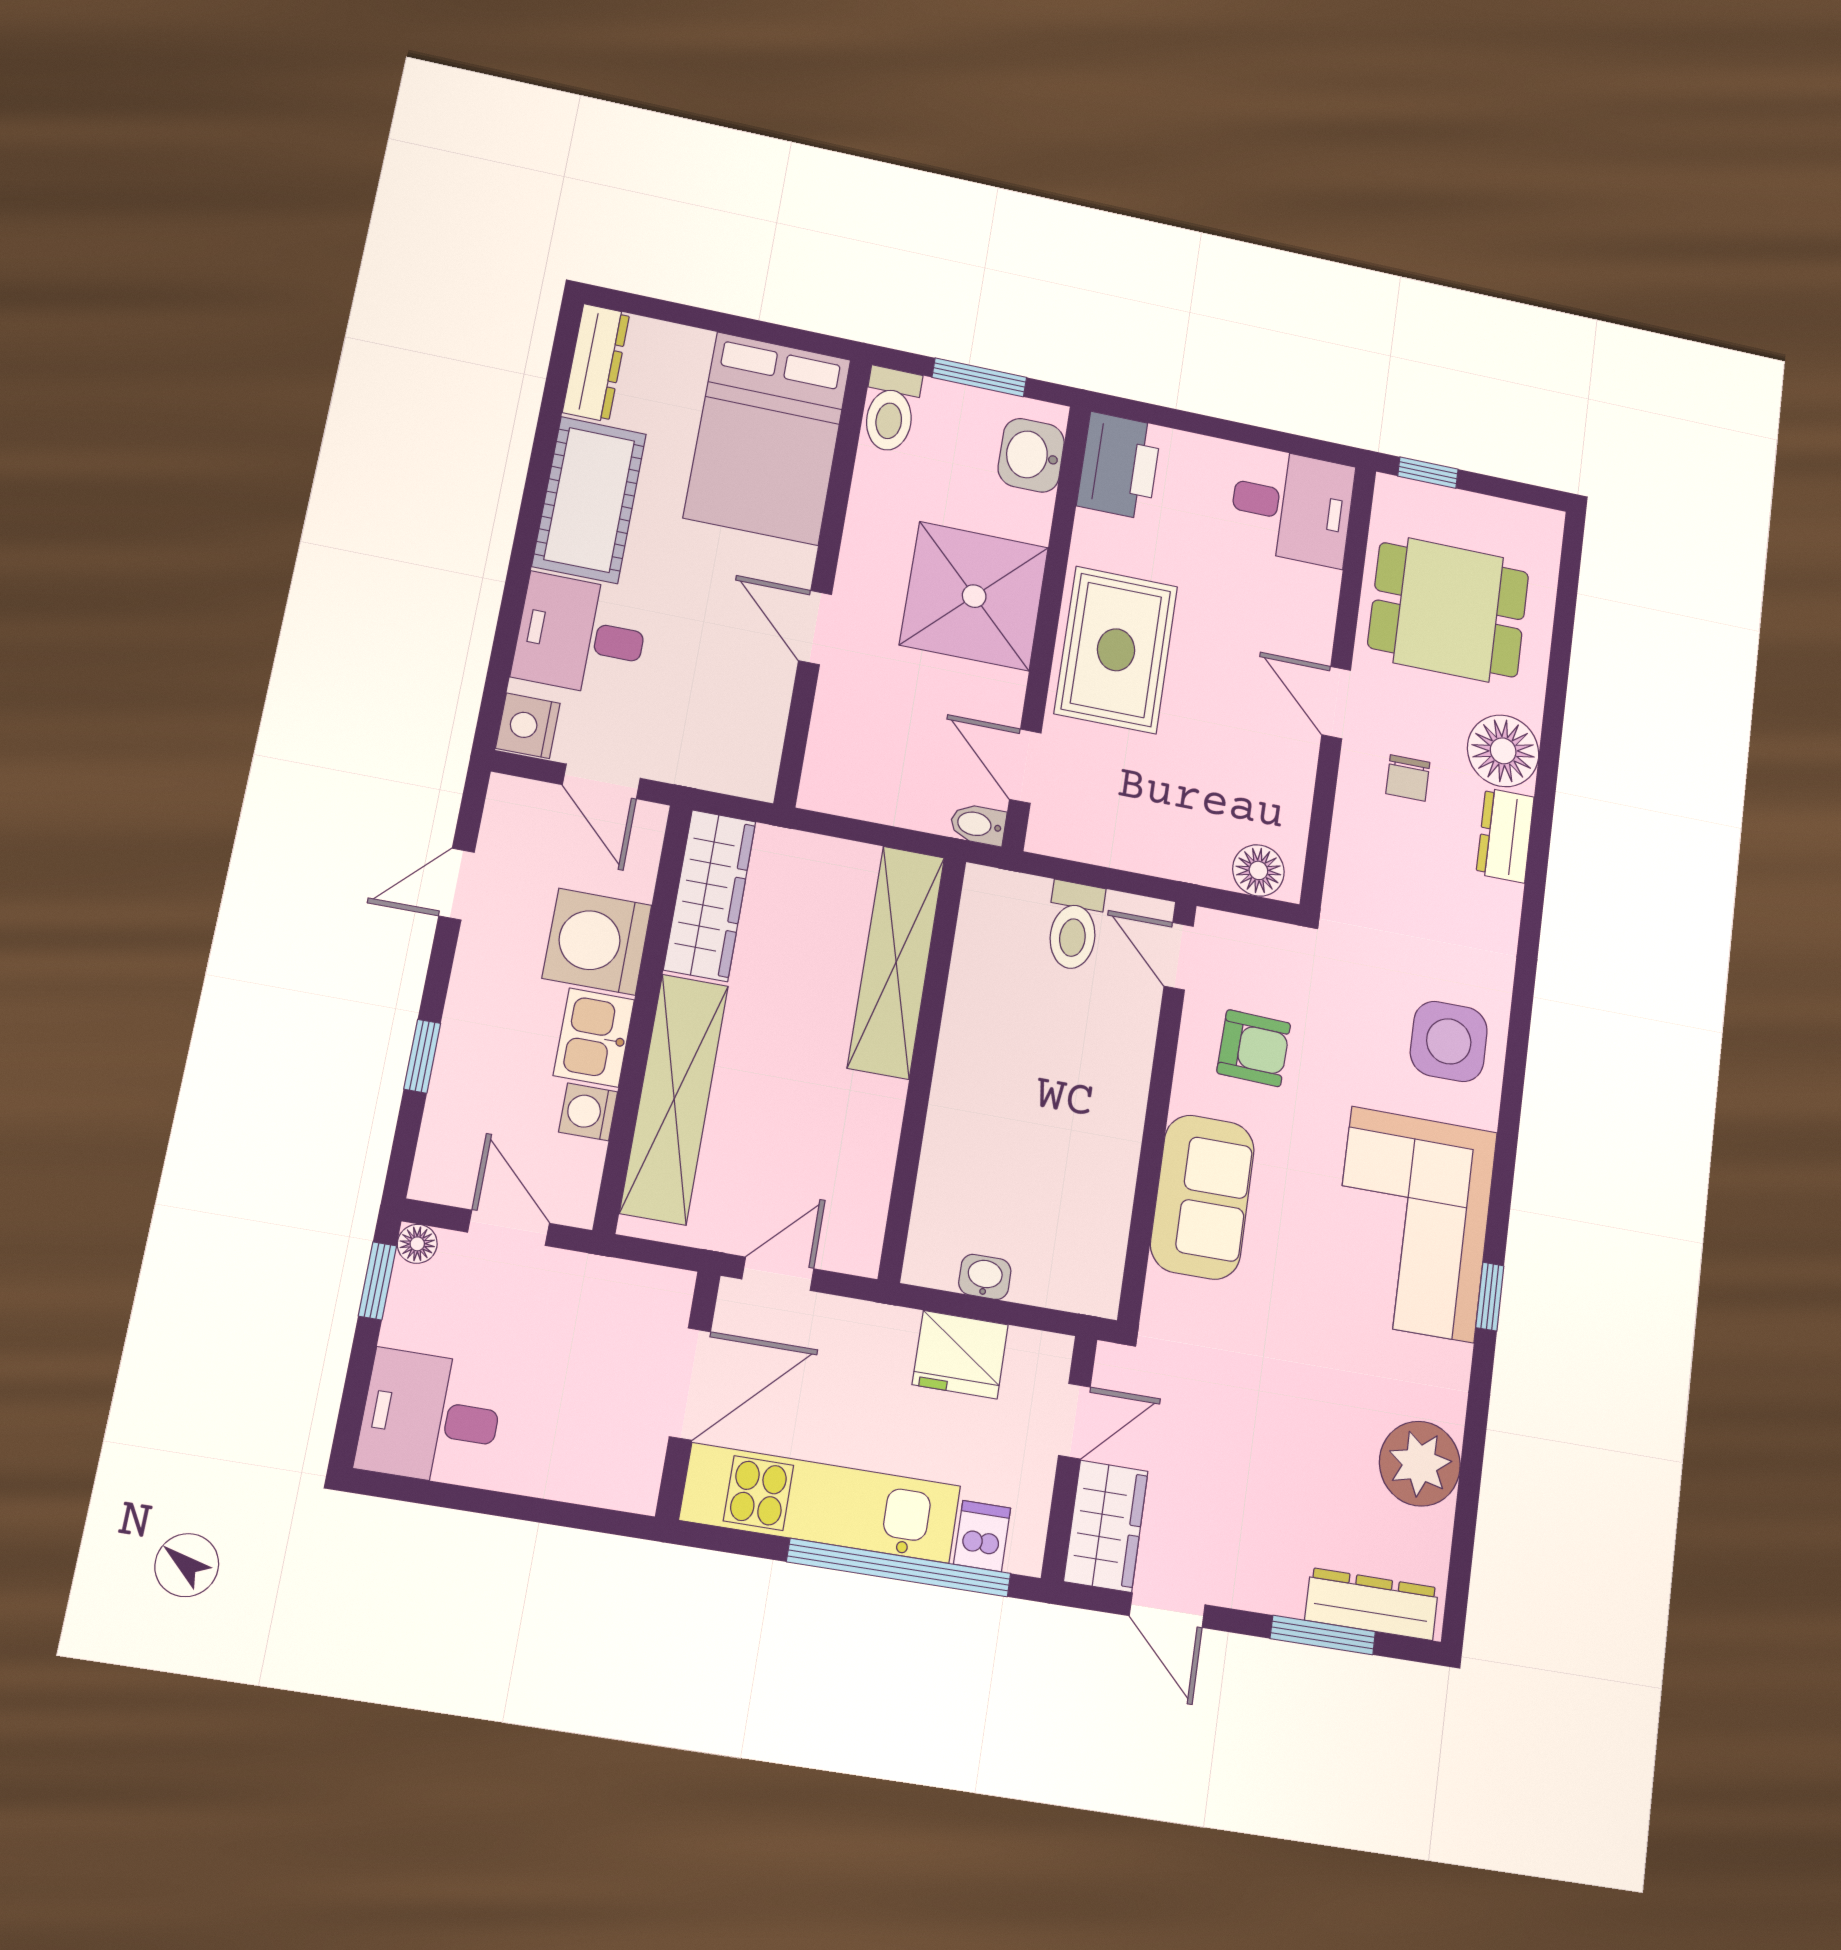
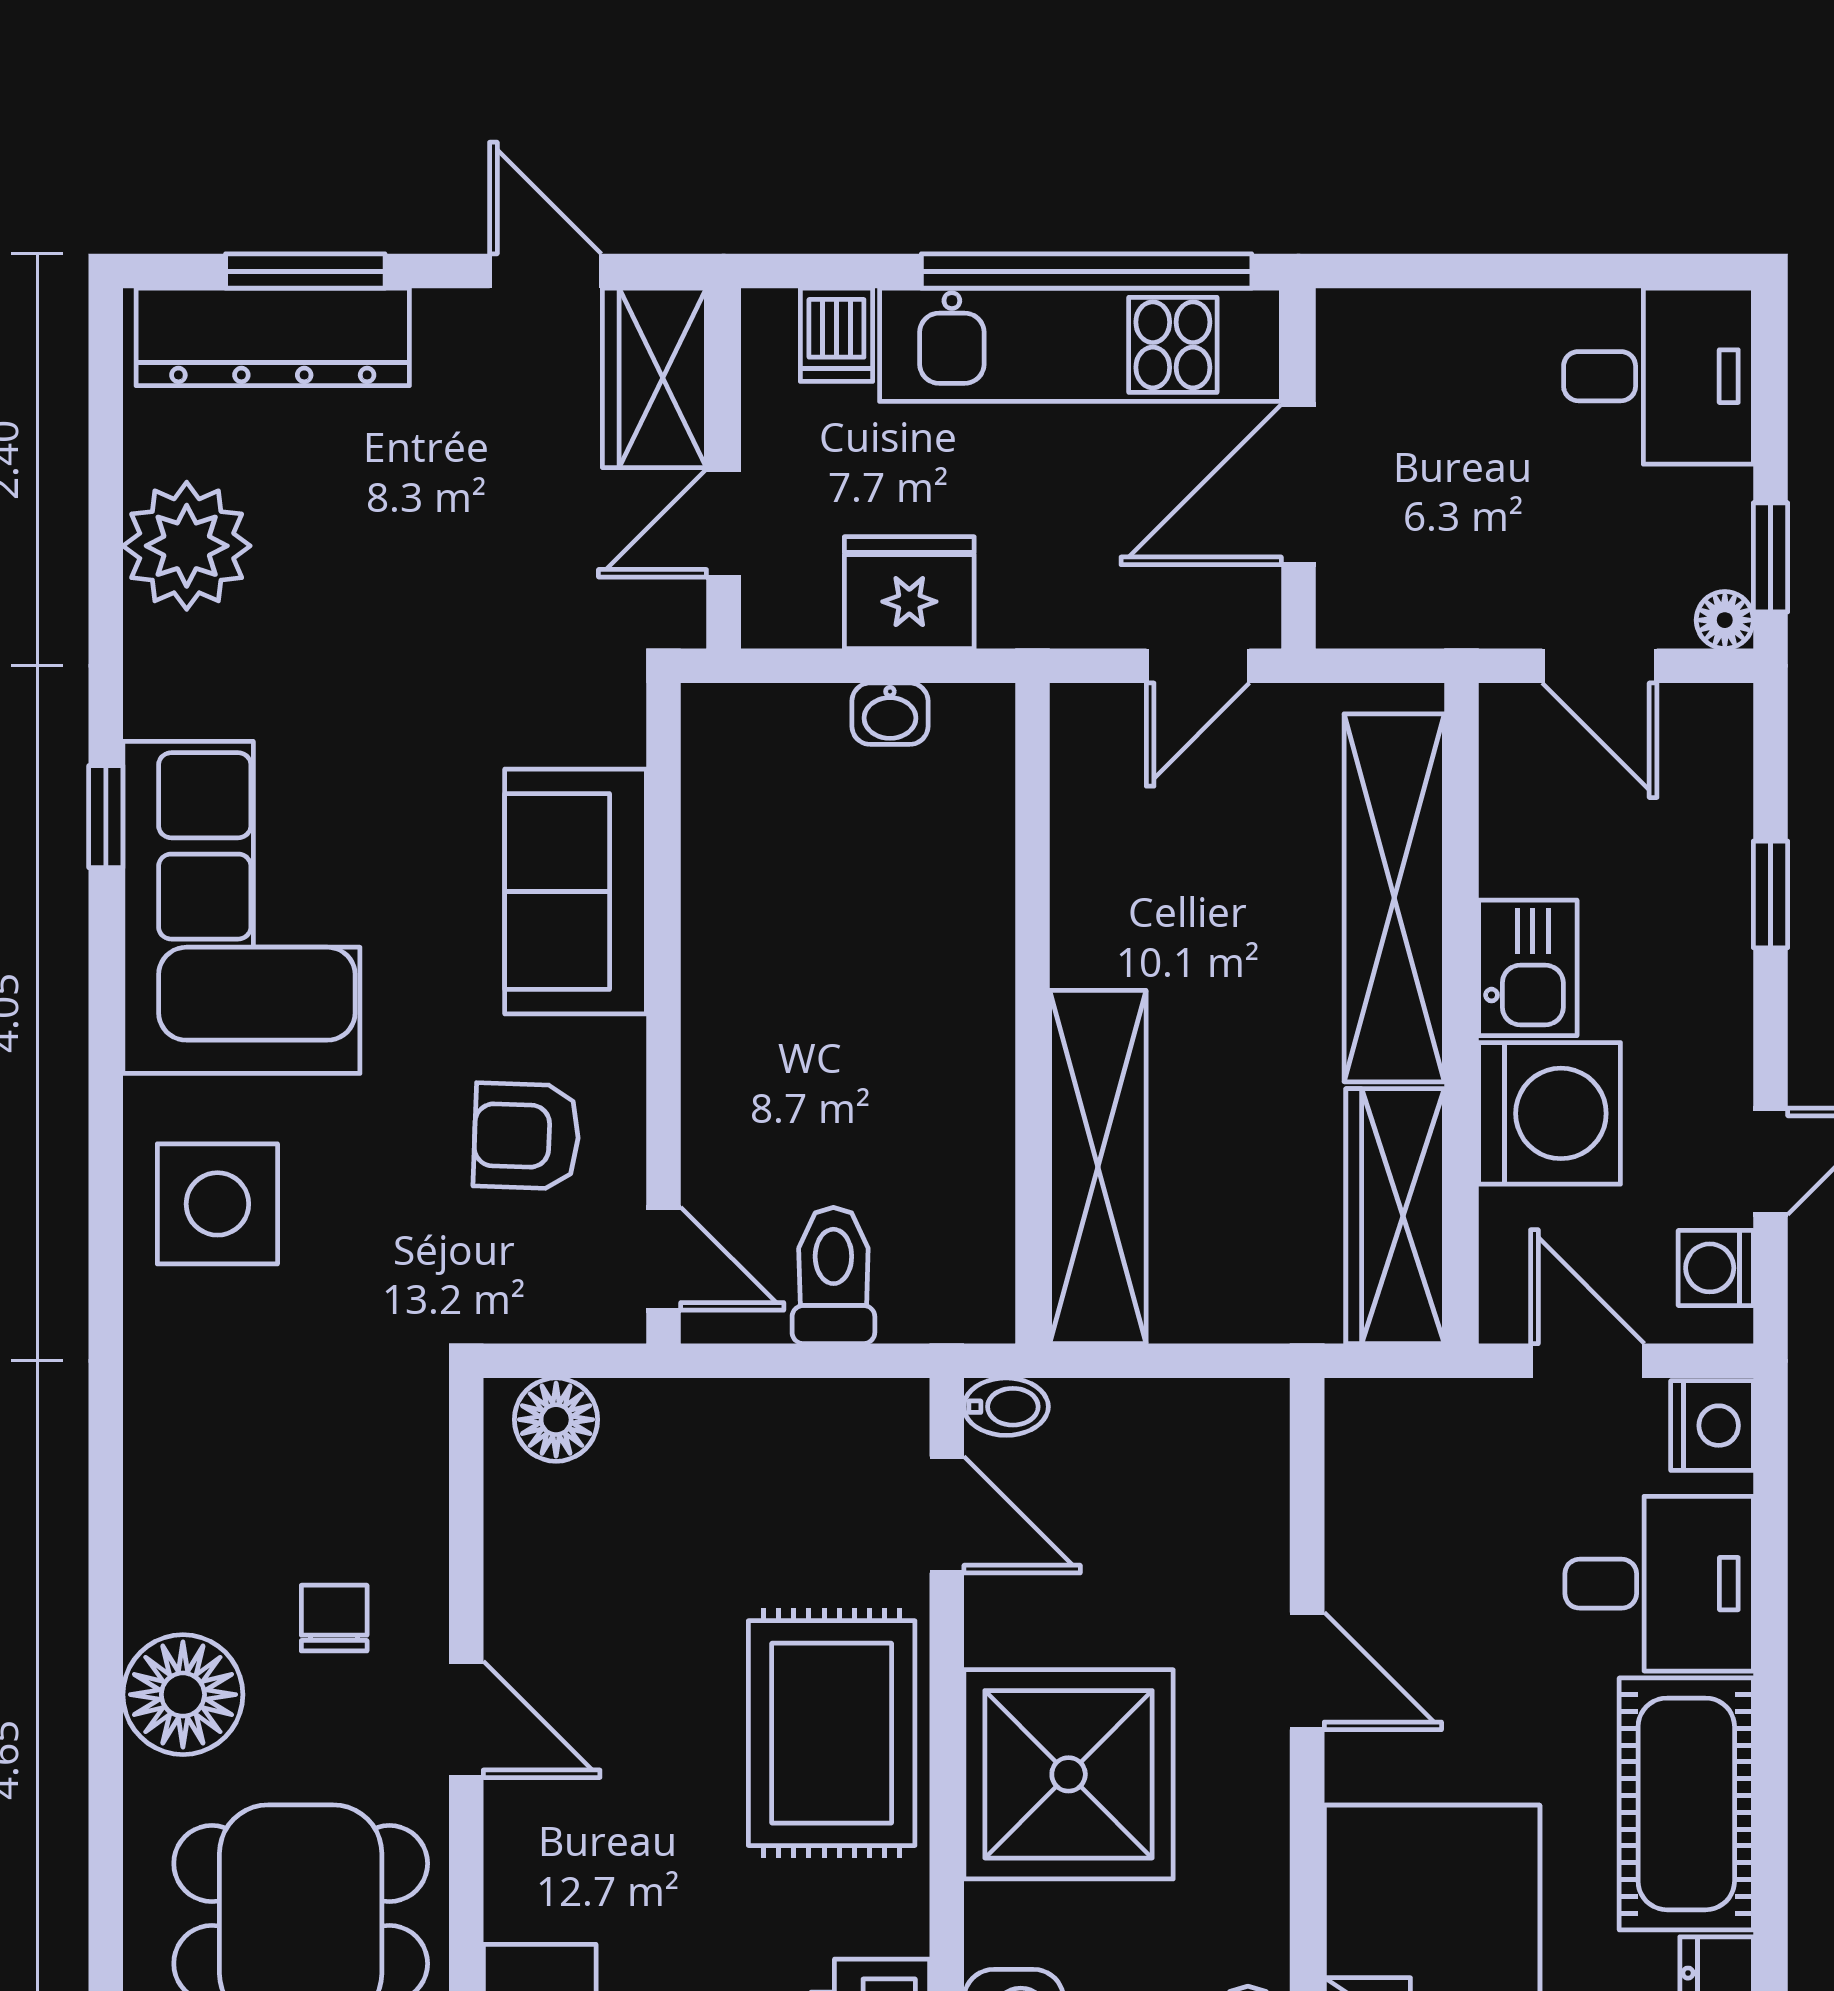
dresser: (1505, 835) -> (164, 1555), removed
washing machine: (588, 1112) -> (1716, 1268), moved, turned 180
window: (899, 1568) -> (1087, 271), moved
dresser: (1372, 1604) -> (273, 337), width x1.37, depth x1.24

